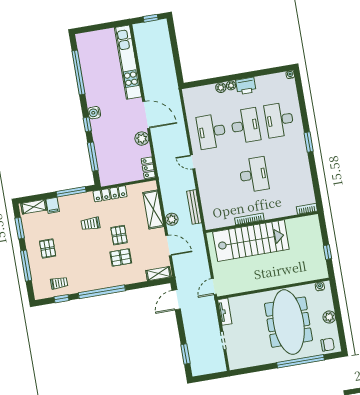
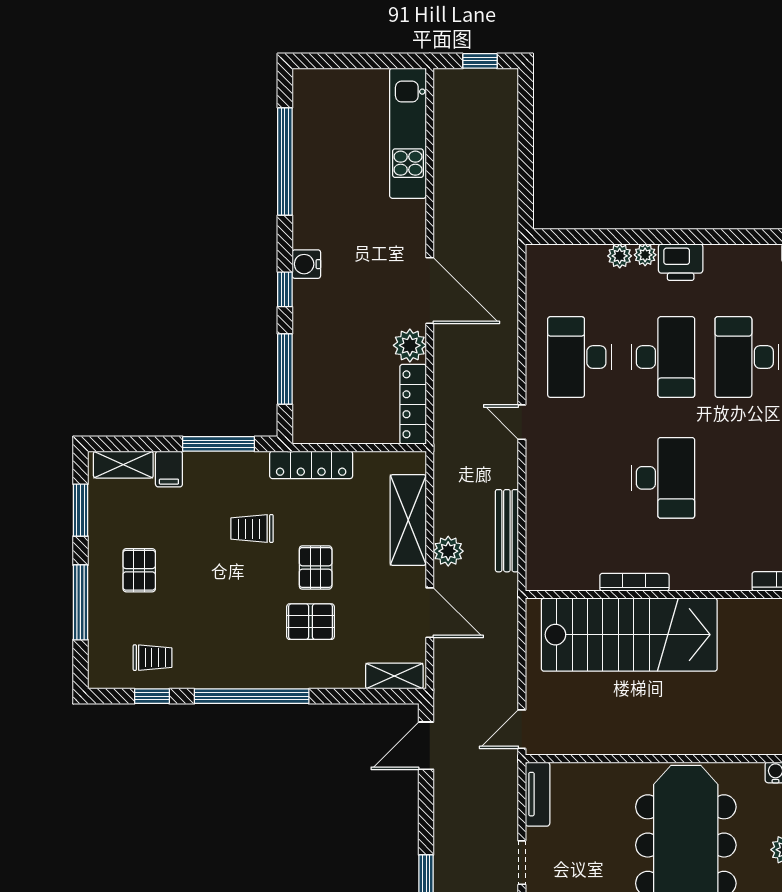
kitchen unit: (128, 62) -> (408, 133), width x0.73
locker: (148, 168) -> (413, 404), width x1.53

